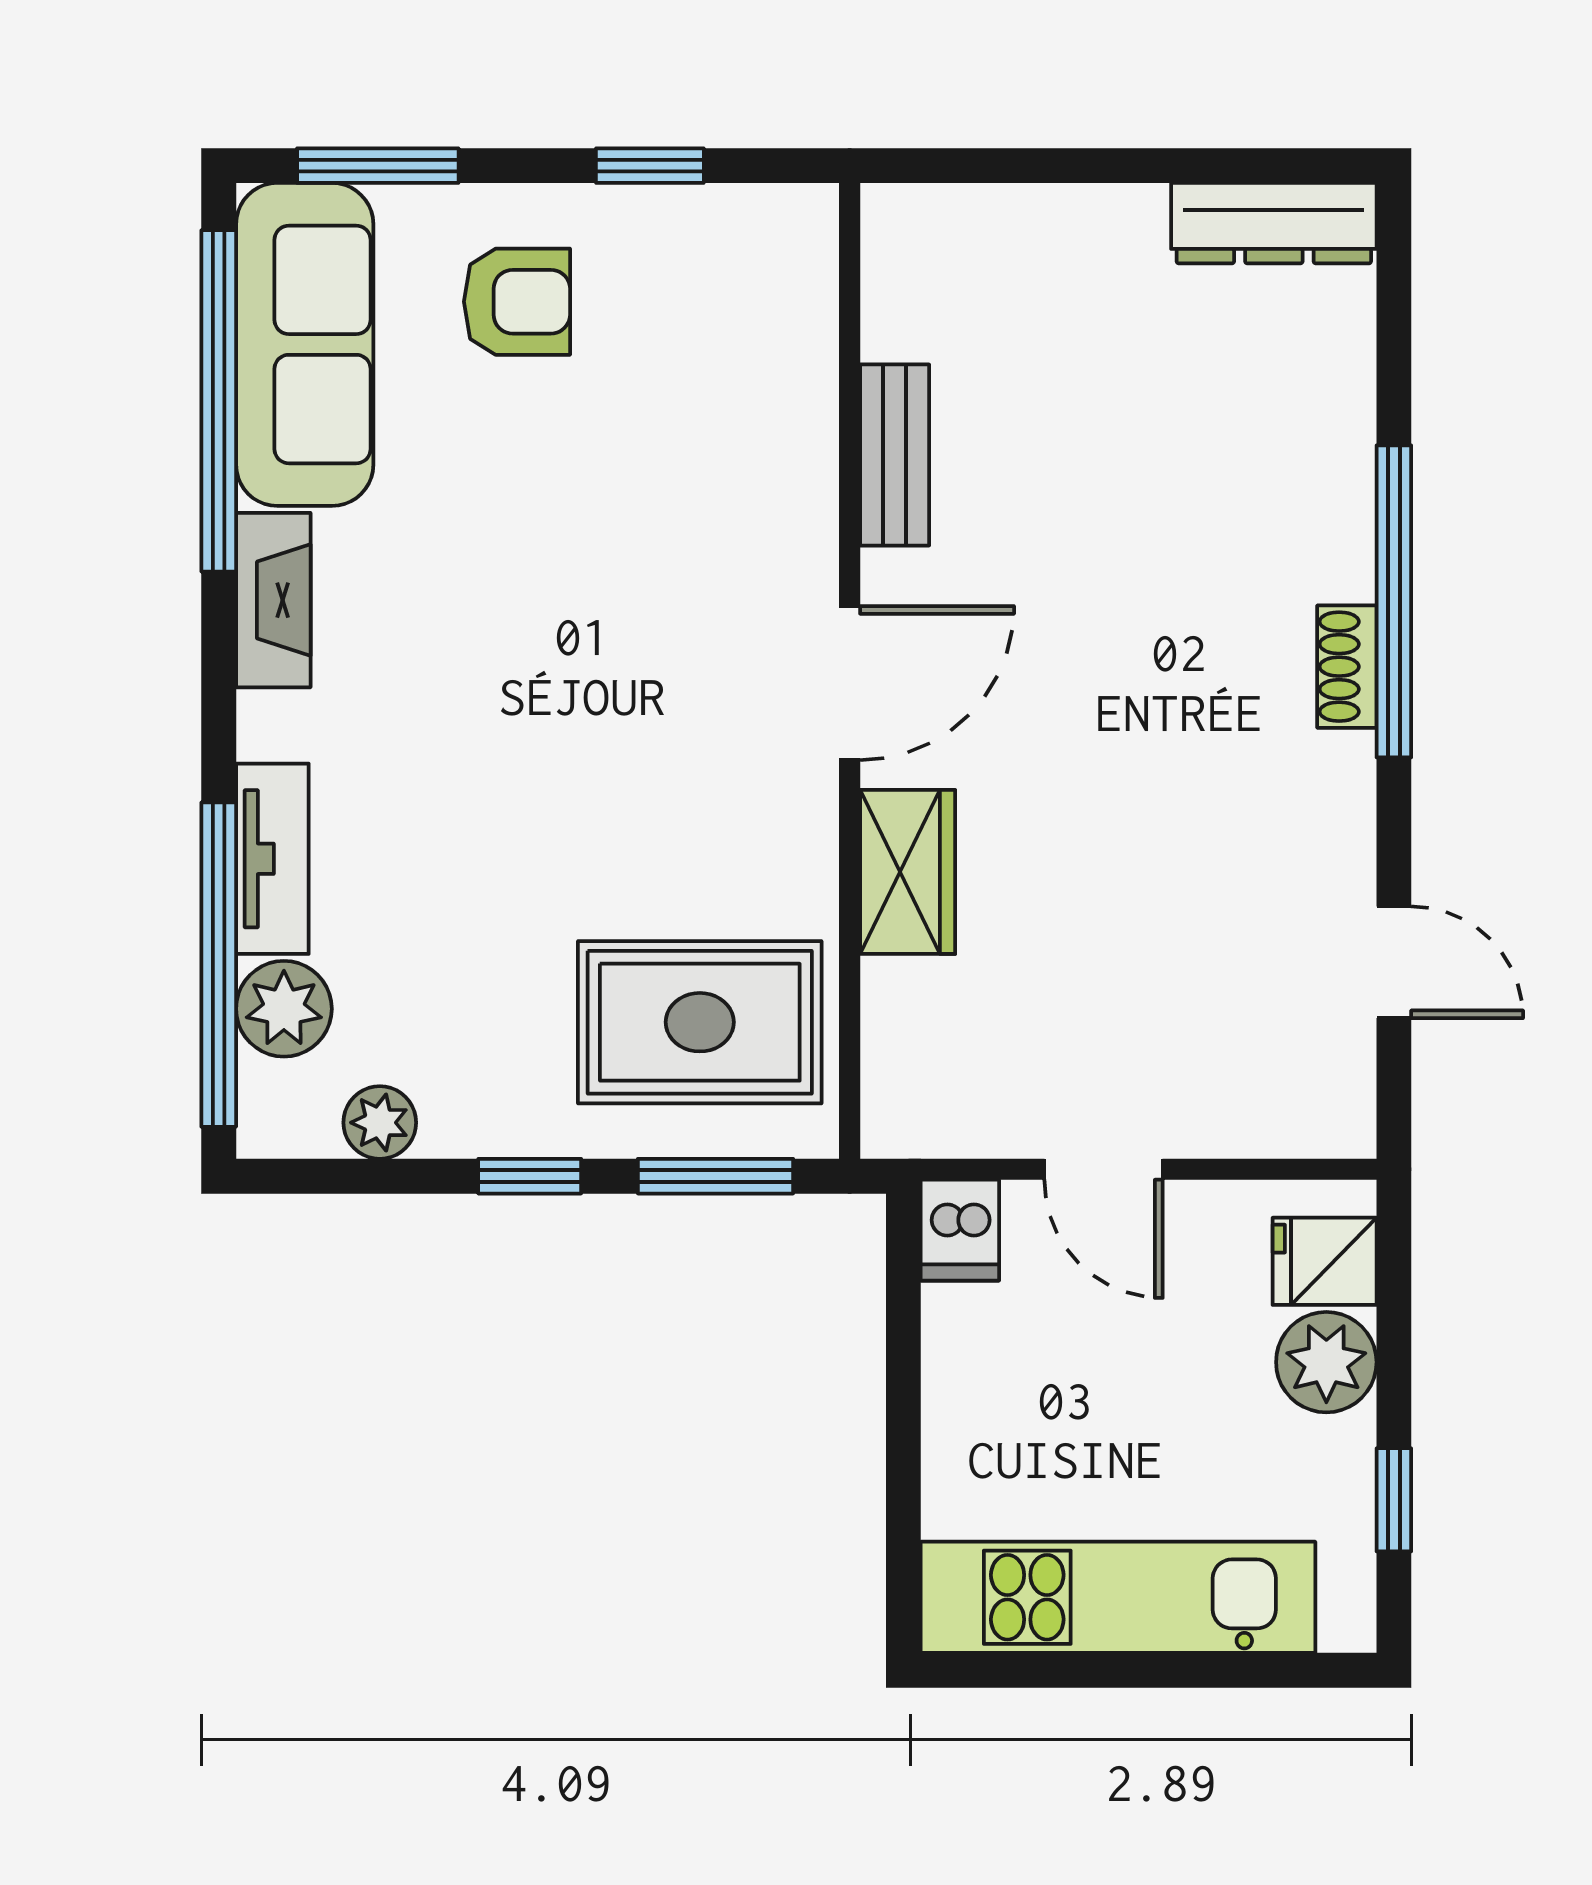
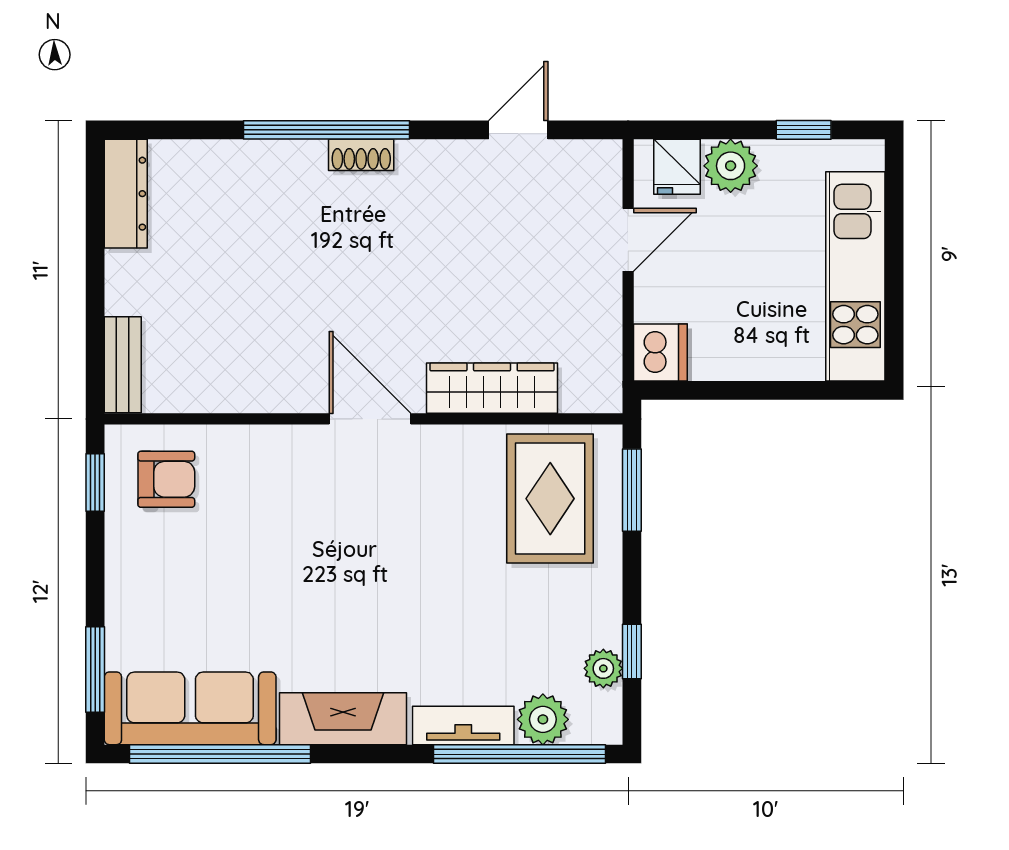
window: (650, 166) -> (95, 483), moved
armchair: (517, 302) -> (166, 479), moved, turned 90
bench: (895, 455) -> (123, 365), moved, turned 90
fireplace: (273, 600) -> (343, 719), width x1.37, depth x1.32
wardrobe: (908, 872) -> (492, 388), width x1.50
door: (1103, 1169) -> (628, 240), moved
window: (530, 1176) -> (632, 651), moved
dishwasher: (960, 1230) -> (660, 353), width x1.38

